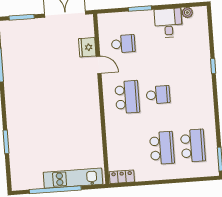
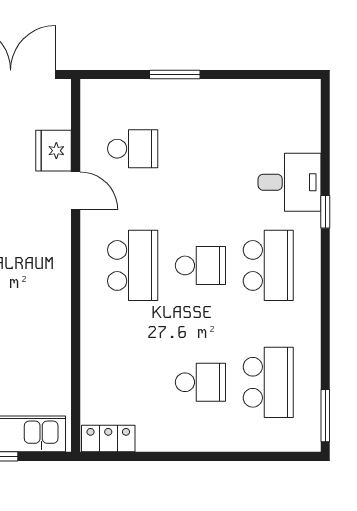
plant: (187, 13) -> (277, 91), removed
desk: (168, 23) -> (290, 182), moved, turned 90
school desk: (189, 92) -> (268, 265), added
school desk: (162, 148) -> (200, 382), width x0.54

